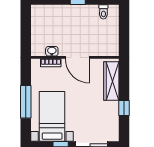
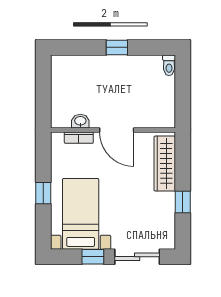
toilet: (103, 12) -> (169, 65), moved
window: (26, 102) -> (43, 193), width x0.46

